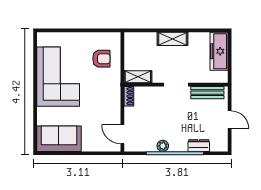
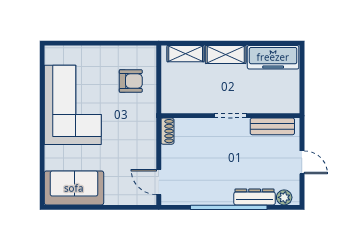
freezer: (219, 51) -> (273, 57), moved, turned -90
shelving: (138, 77) -> (186, 54), moved
plant: (163, 146) -> (284, 197), moved
dresser: (199, 146) -> (255, 197), width x1.44

